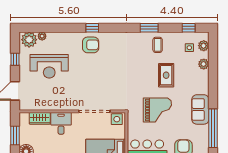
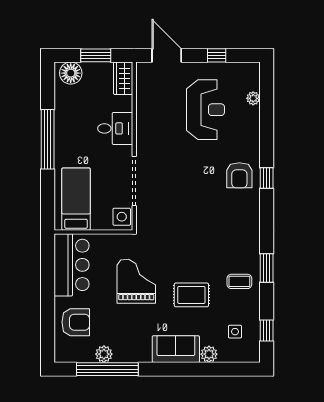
plant: (29, 40) -> (248, 78), removed
plant: (204, 46) -> (104, 354), moved
reception desk: (49, 66) -> (205, 110), turned 180
sofa: (200, 109) -> (176, 349), moved
grand piano: (157, 110) -> (136, 281), turned 180
wardrobe: (40, 118) -> (123, 78), moved

